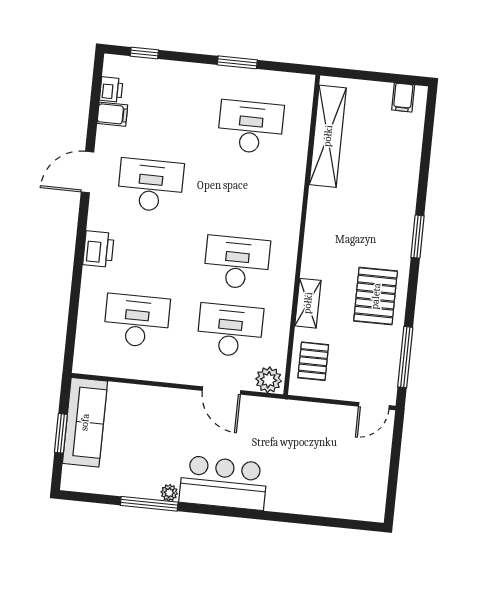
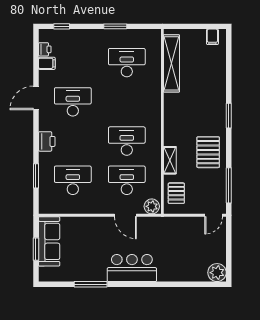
window: (74, 307) -> (36, 176), added
plant: (169, 493) -> (217, 273), moved, width x1.87, depth x1.87

